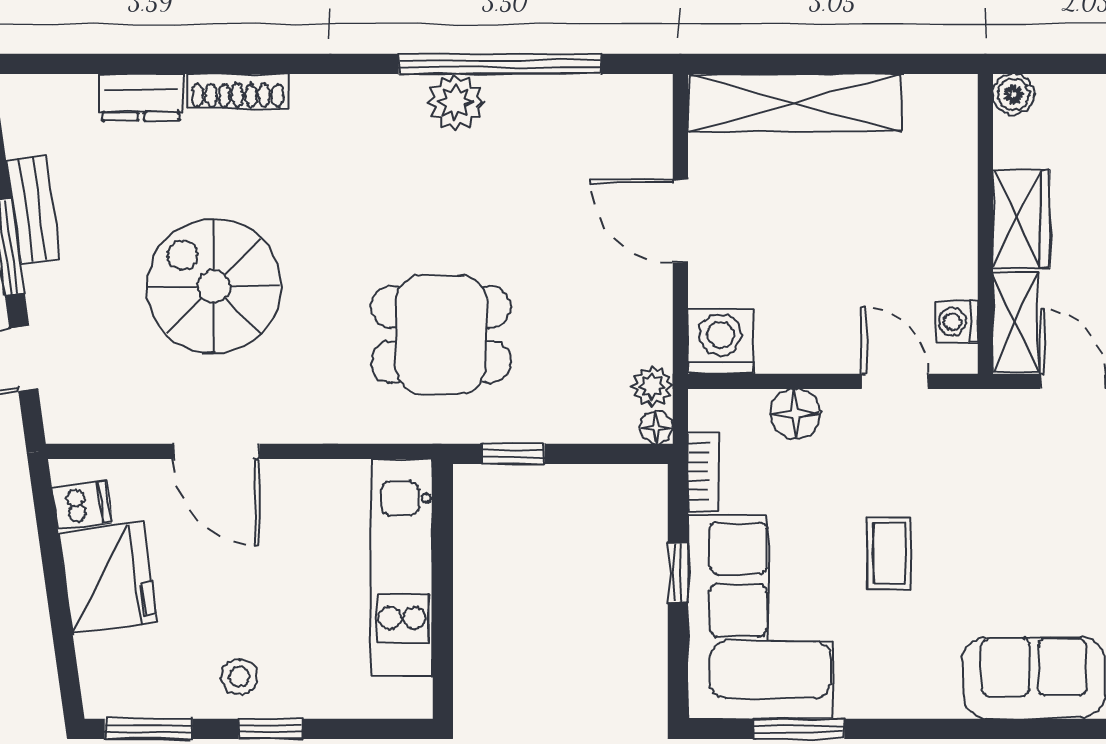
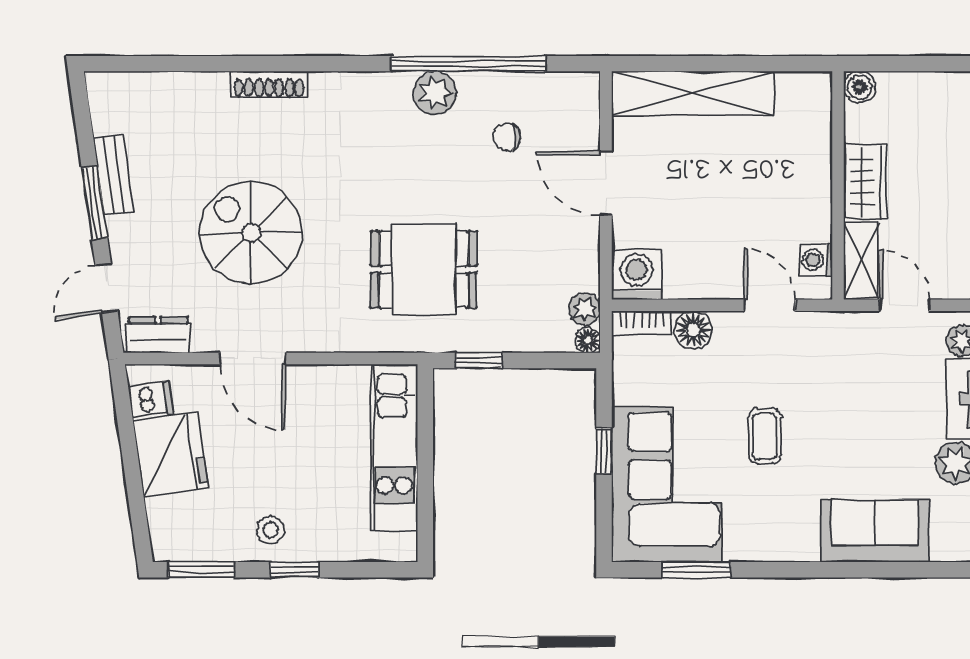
dresser: (141, 97) -> (158, 335), moved, turned 180
chair: (550, 160) -> (507, 137), added
bookcase: (704, 471) -> (642, 323), moved, turned 90

